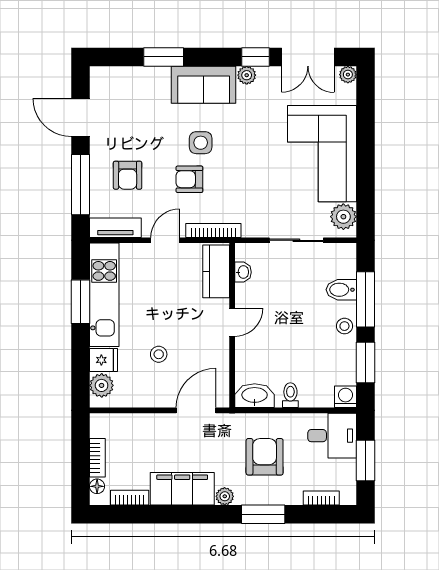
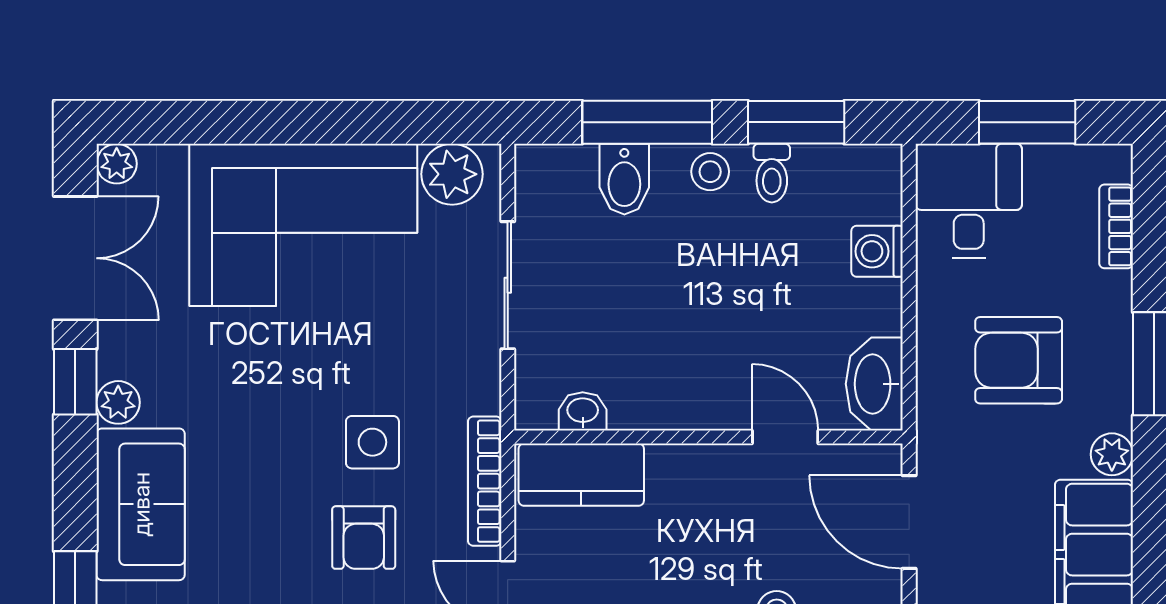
side table: (201, 143) -> (372, 442), moved
door: (232, 322) -> (785, 437), moved
toilet: (290, 395) -> (772, 173), moved, turned -90
washing machine: (346, 397) -> (877, 251), moved

